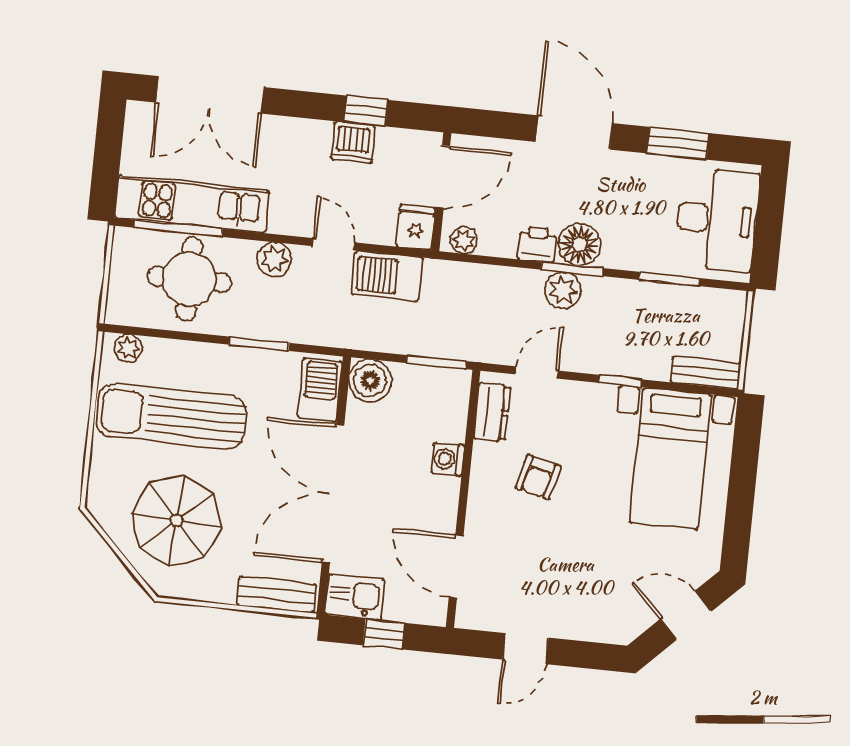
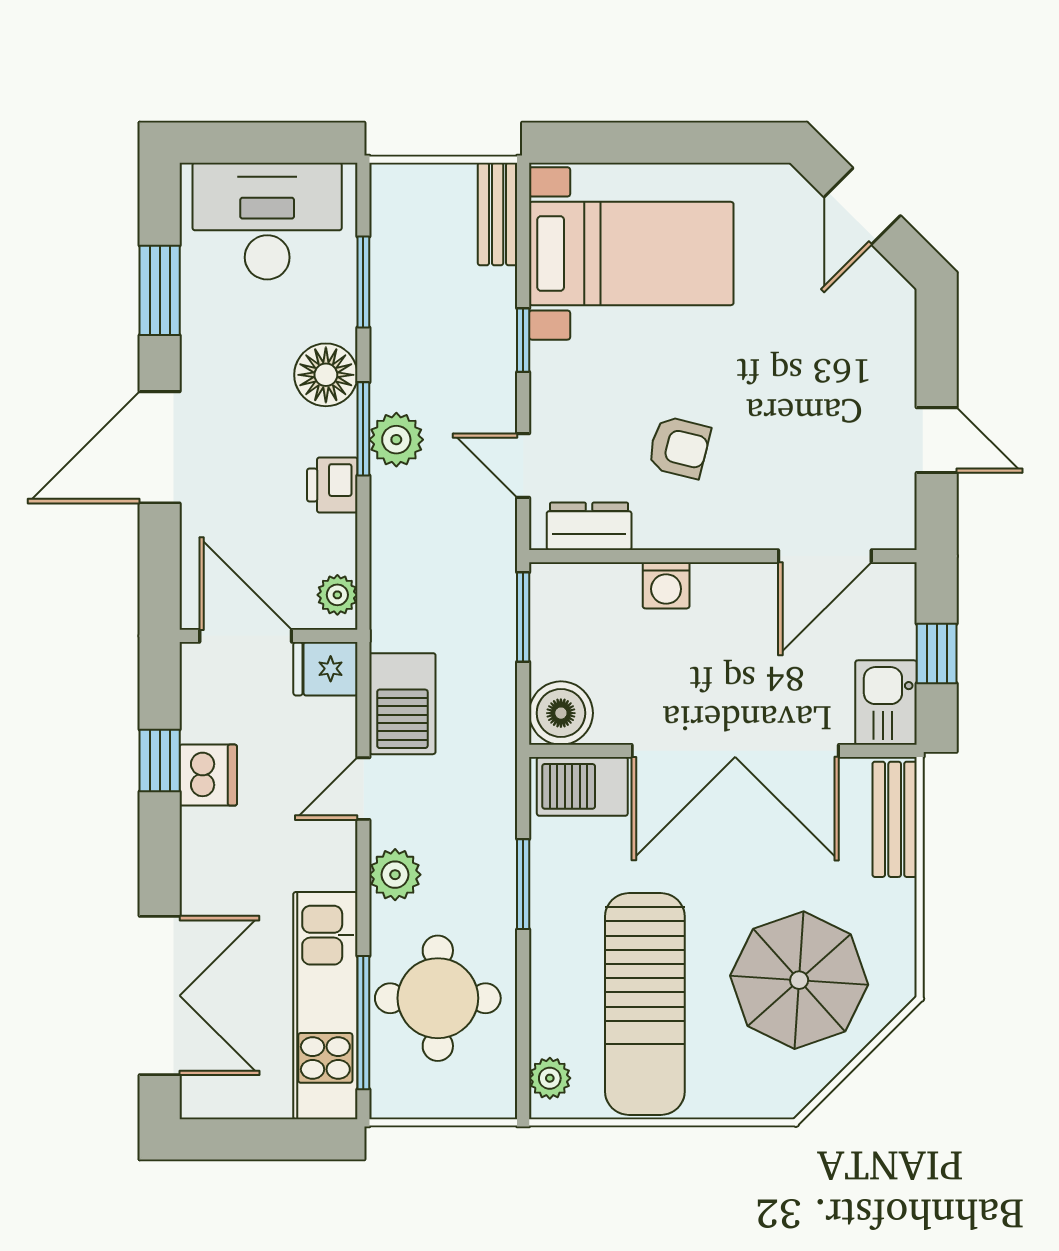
floor lamp: (579, 245) -> (326, 375), moved

